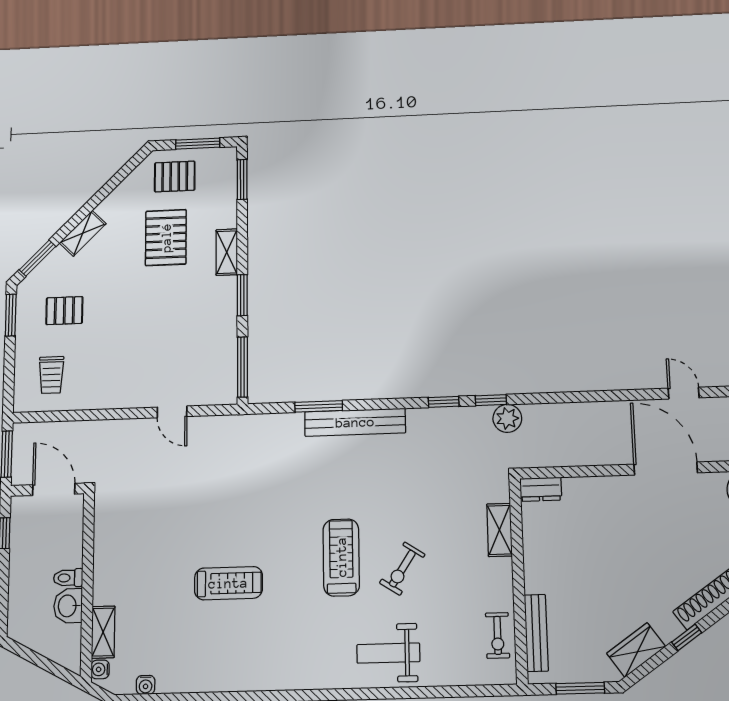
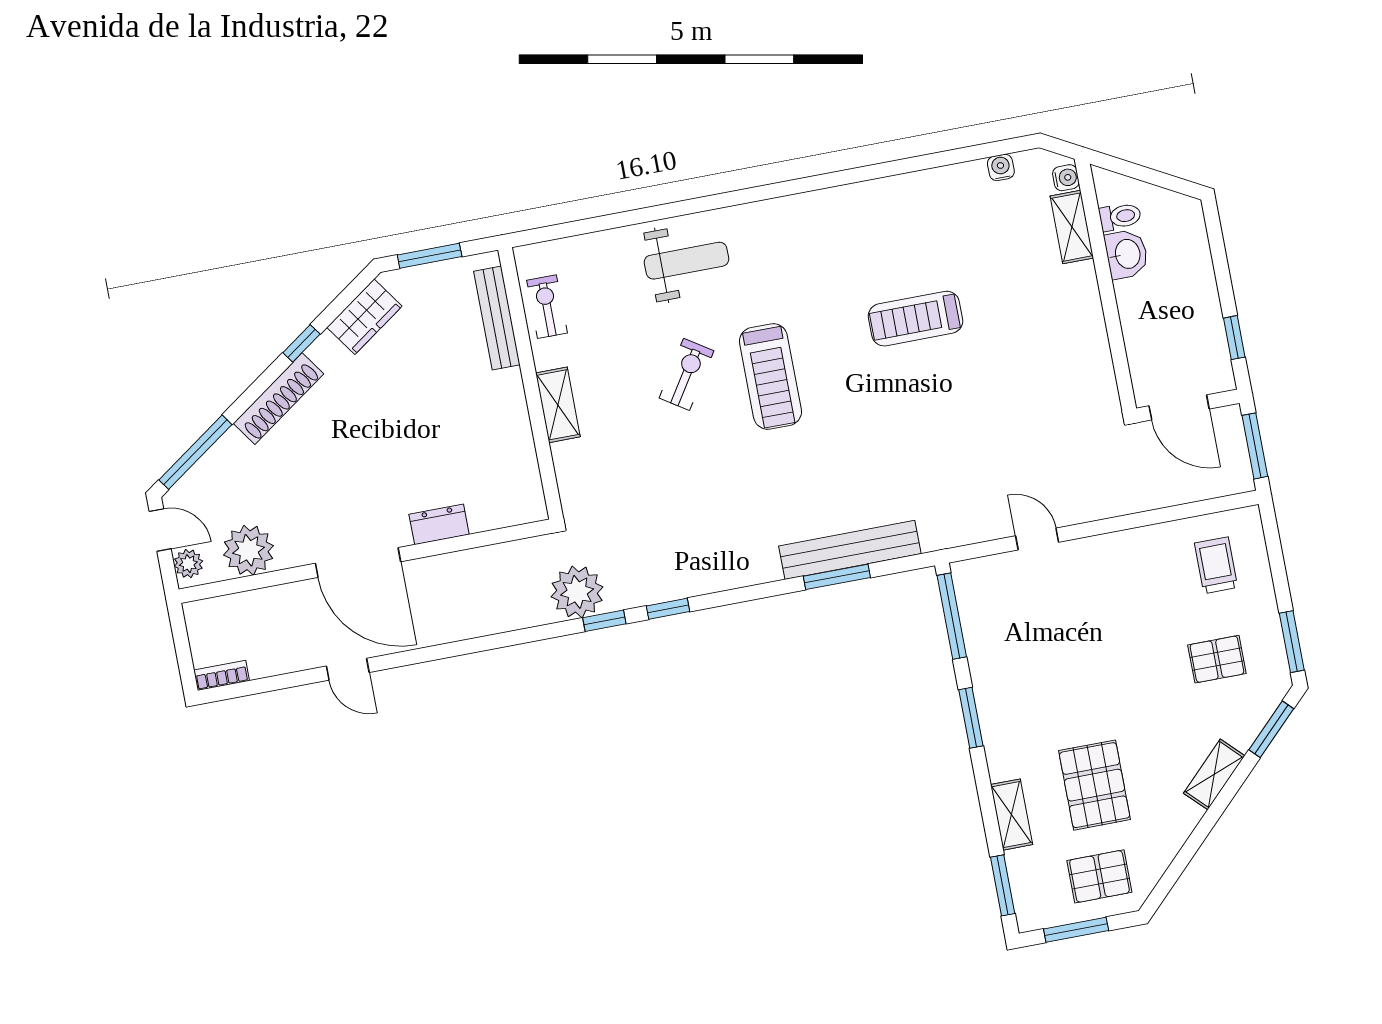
shelving: (227, 252) -> (1012, 815), moved
plant: (507, 418) -> (577, 592), width x1.36, depth x1.36
bench: (355, 422) -> (850, 550), moved
dresser: (541, 489) -> (439, 524), moved
shelving: (500, 530) -> (558, 405), moved
toilet: (68, 578) -> (1120, 217), moved

